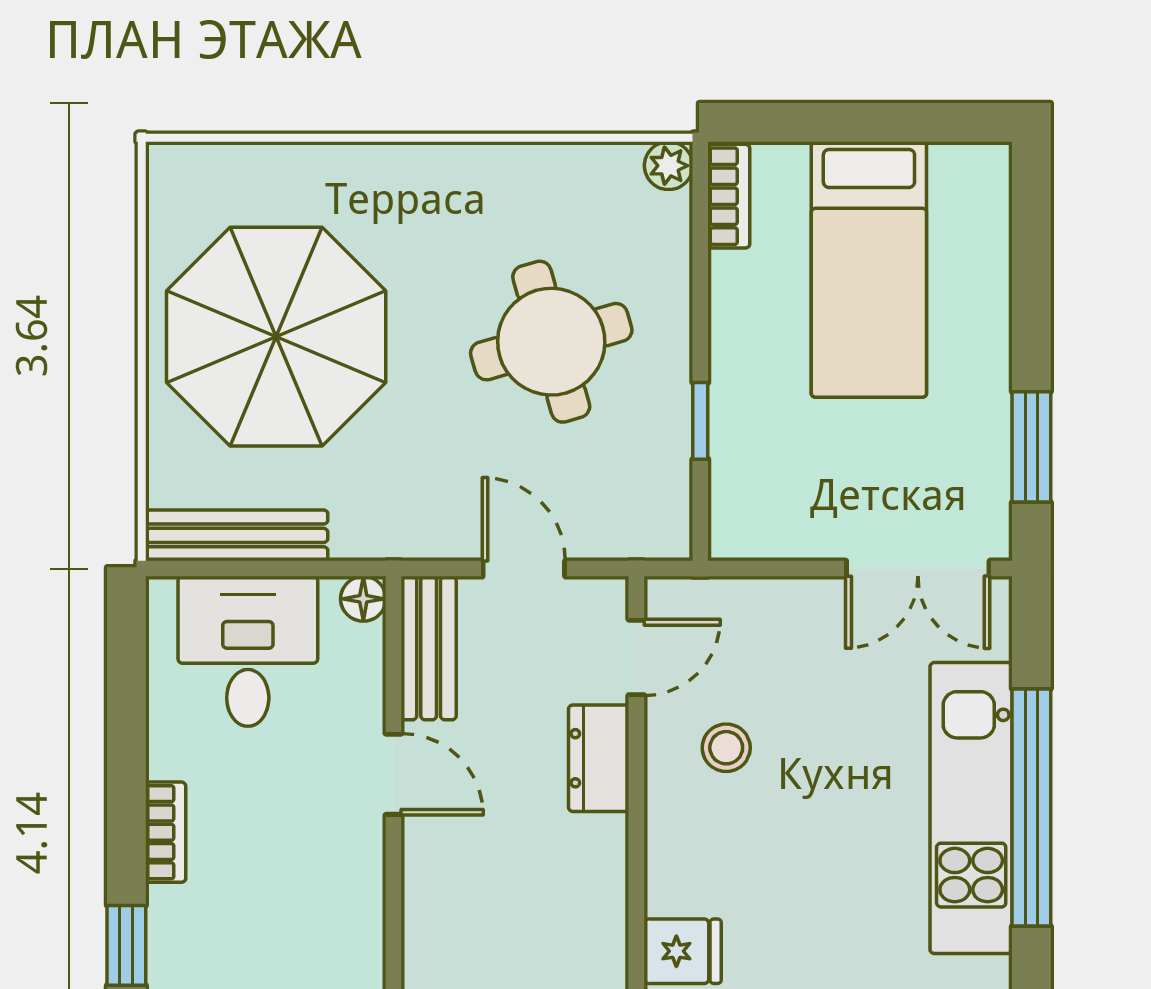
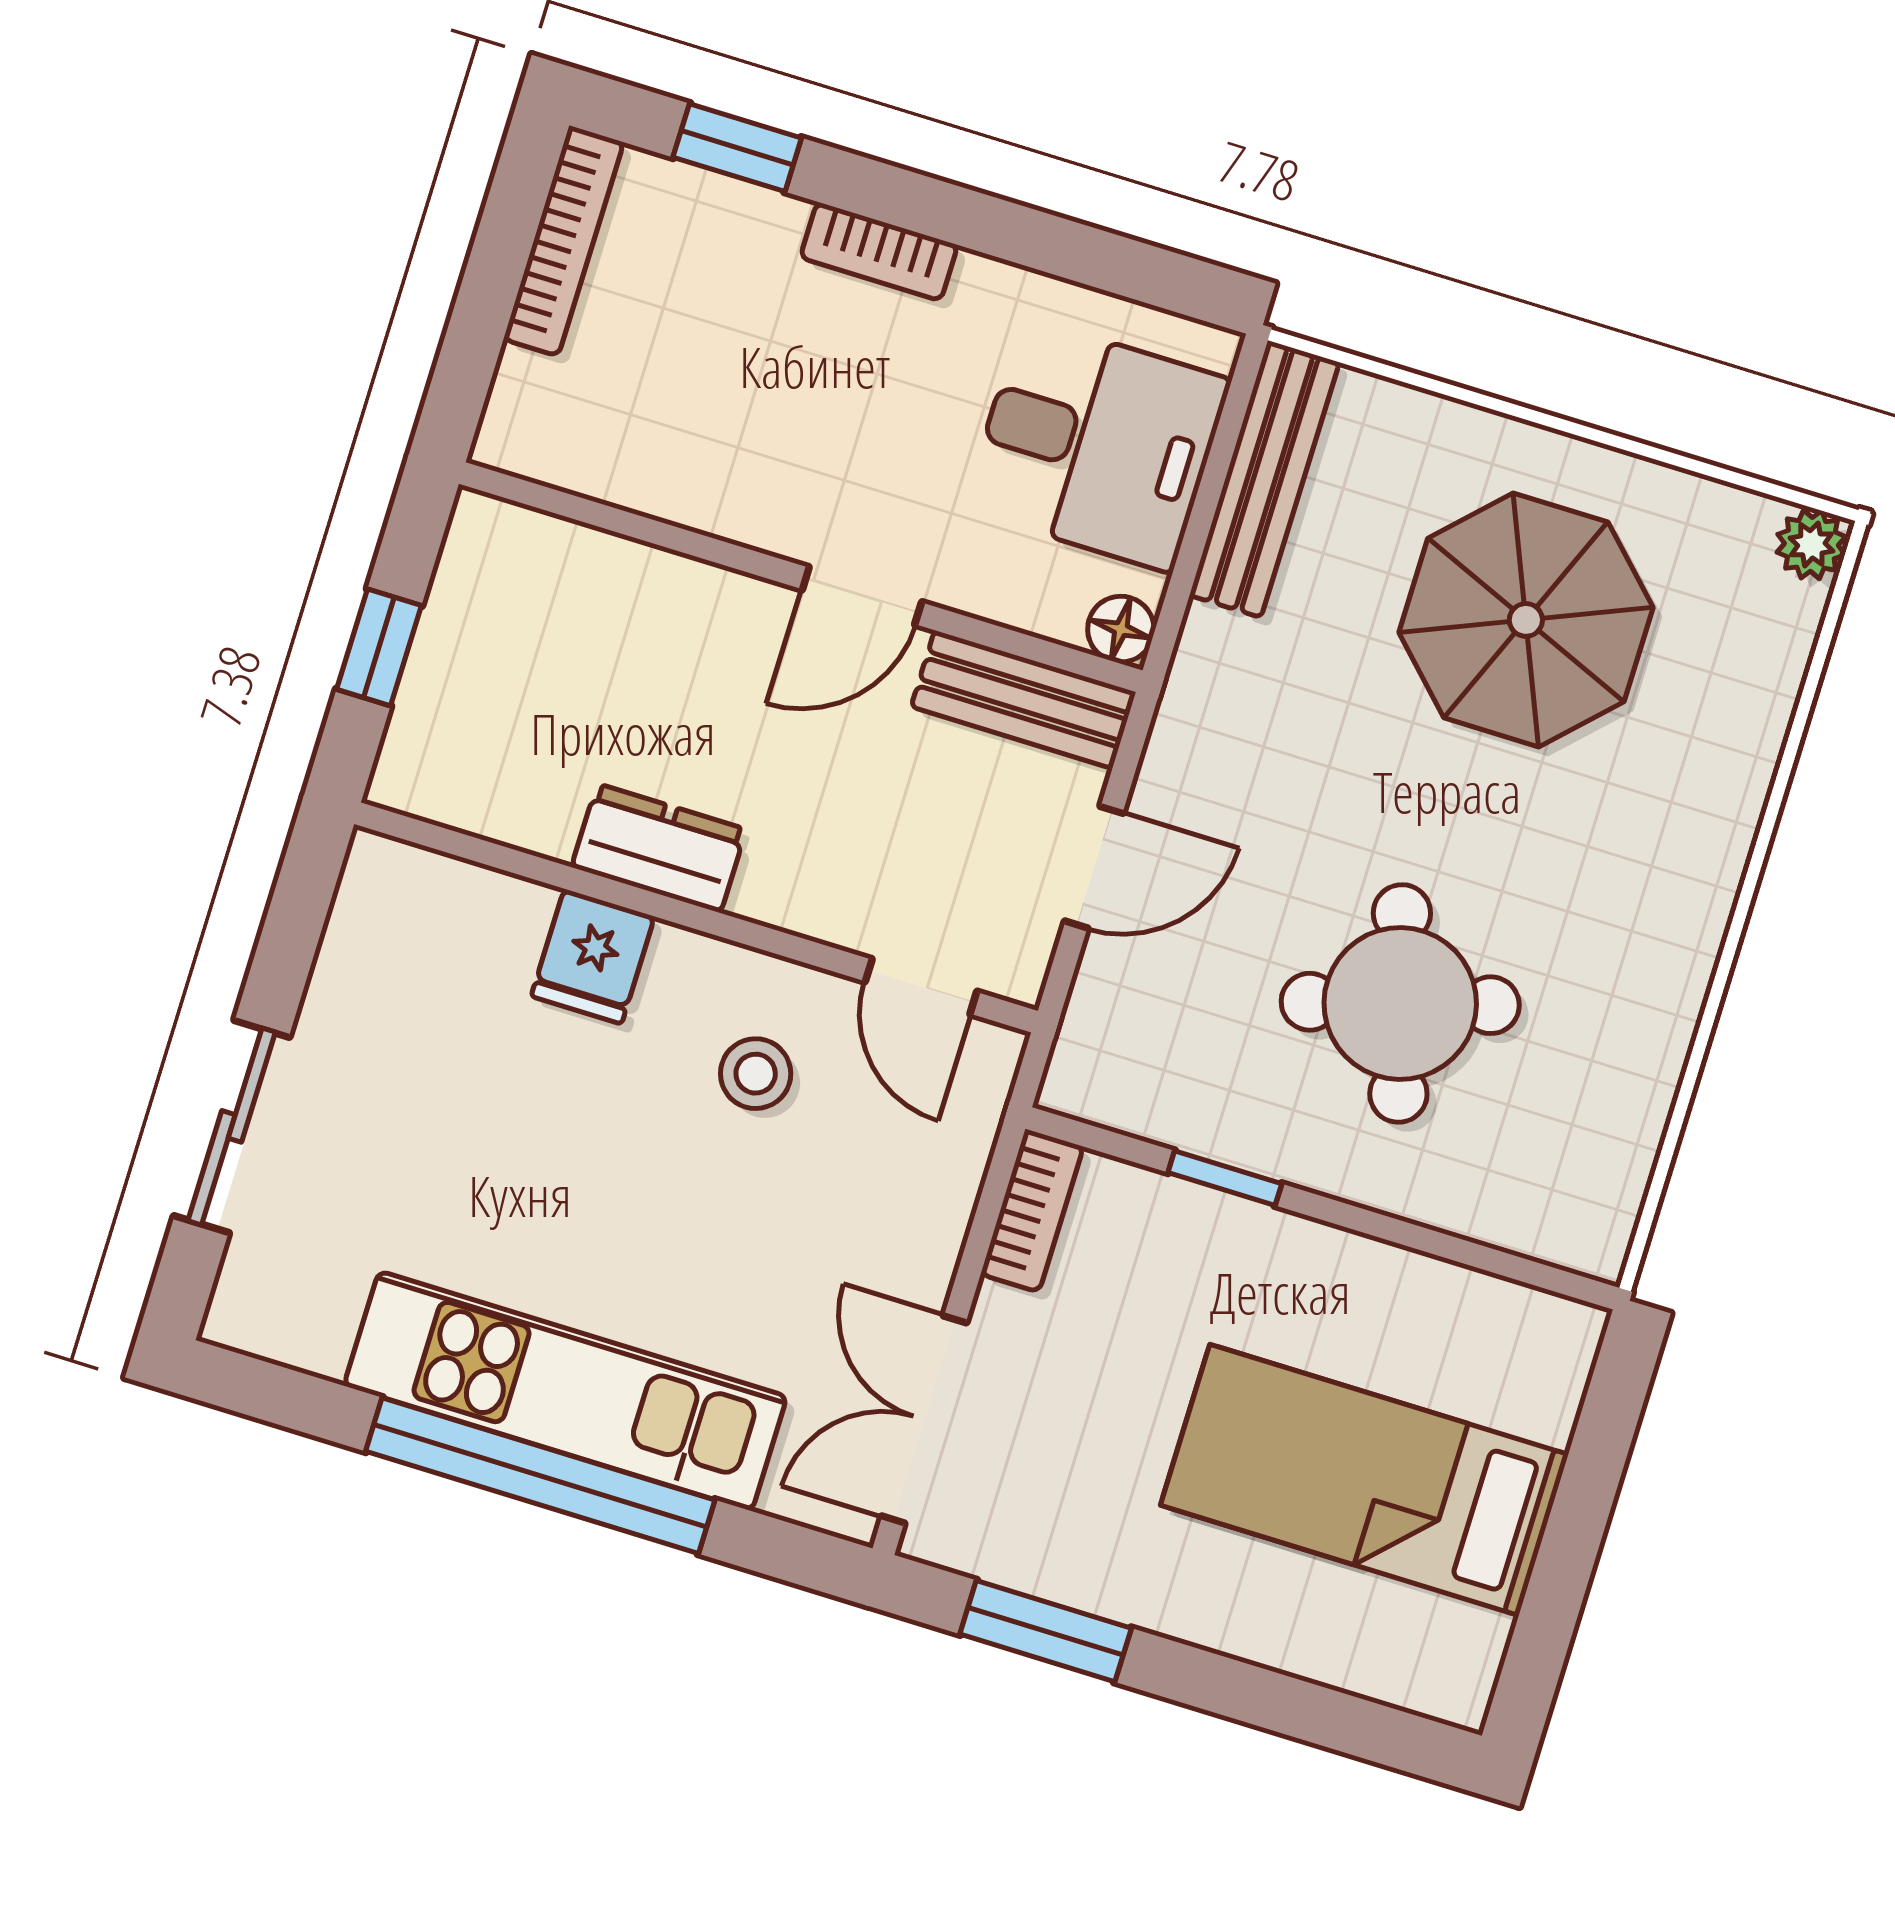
plant: (669, 166) -> (1811, 544), moved
bookcase: (729, 196) -> (1032, 1211), moved, turned -90
parasol: (276, 337) -> (1526, 620), width x0.73, depth x0.73
dresser: (599, 758) -> (659, 848), moved
fridge: (683, 951) -> (593, 956), moved

